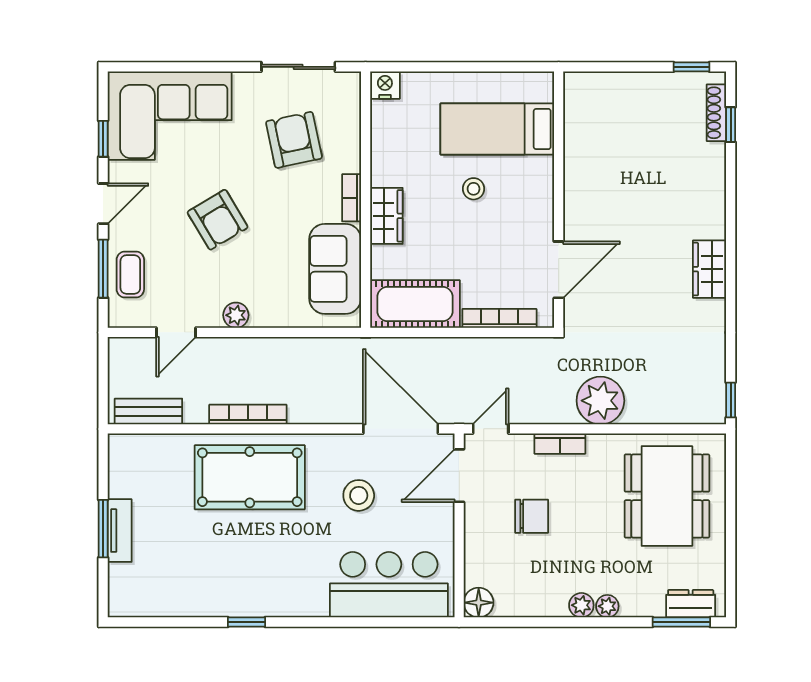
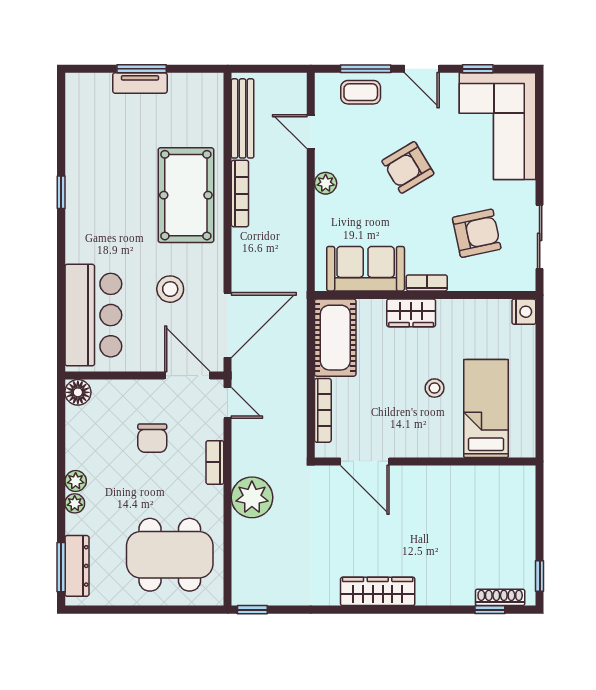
wardrobe: (709, 269) -> (378, 591), width x1.50
bench: (148, 412) -> (243, 118), width x1.36
dresser: (691, 604) -> (77, 566), width x1.44

